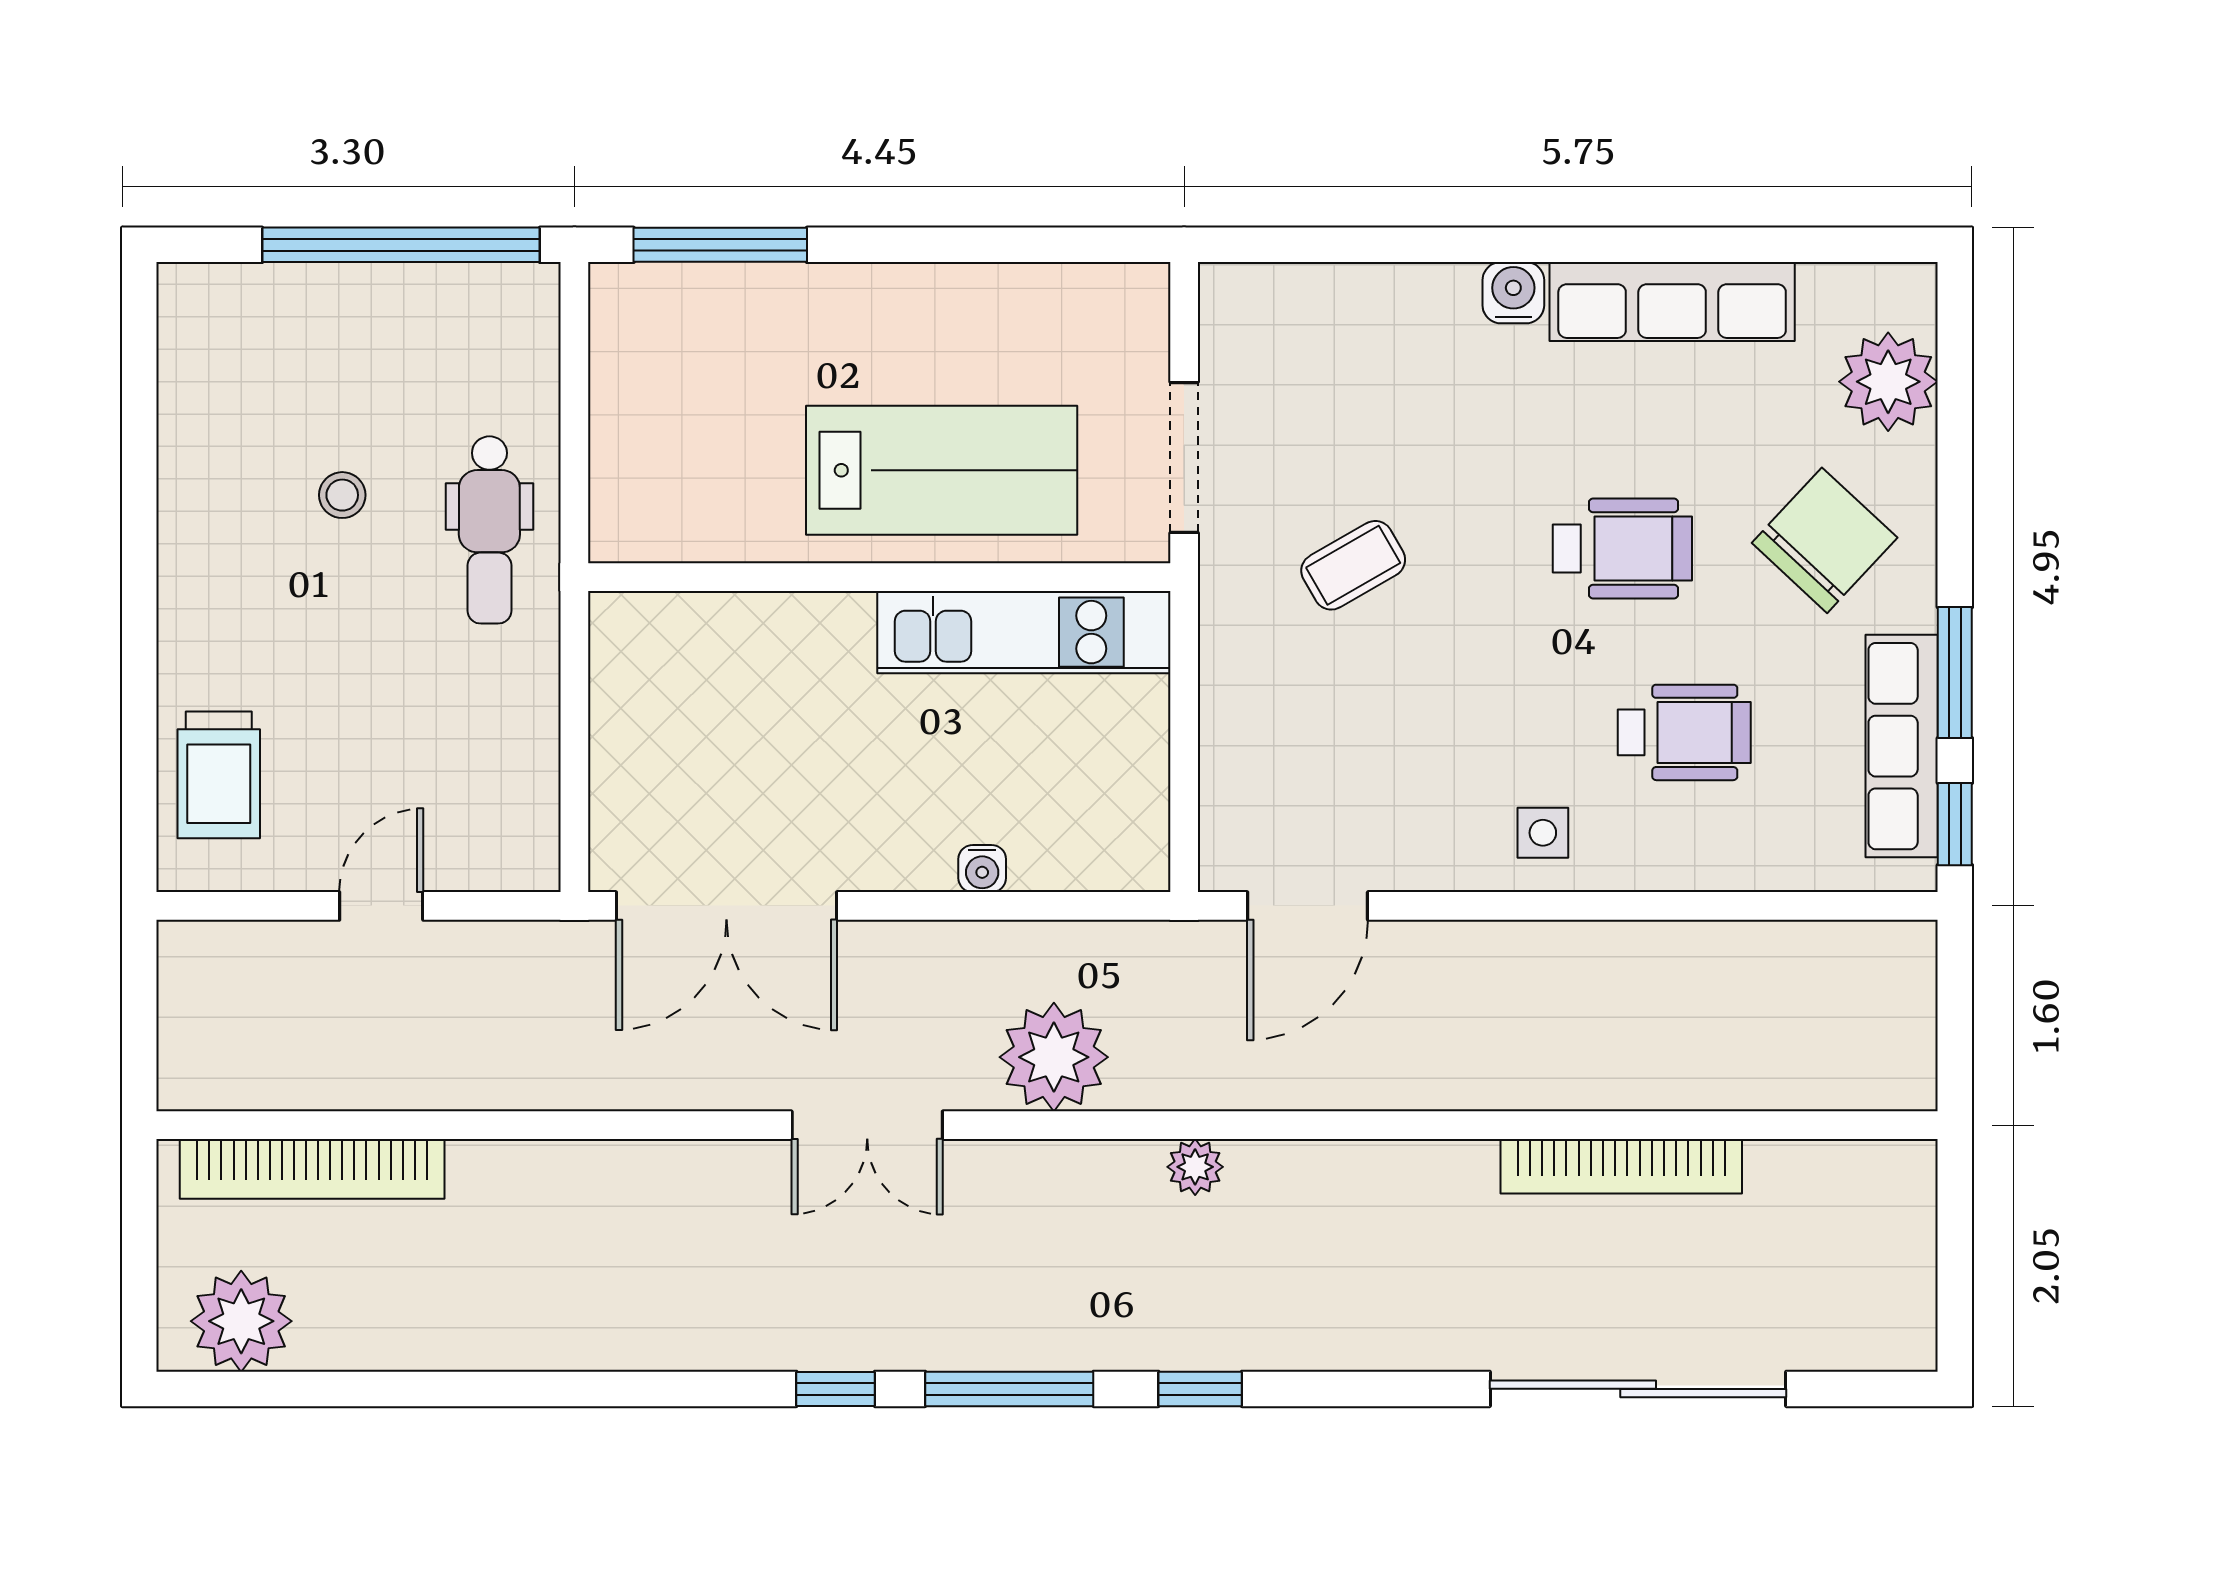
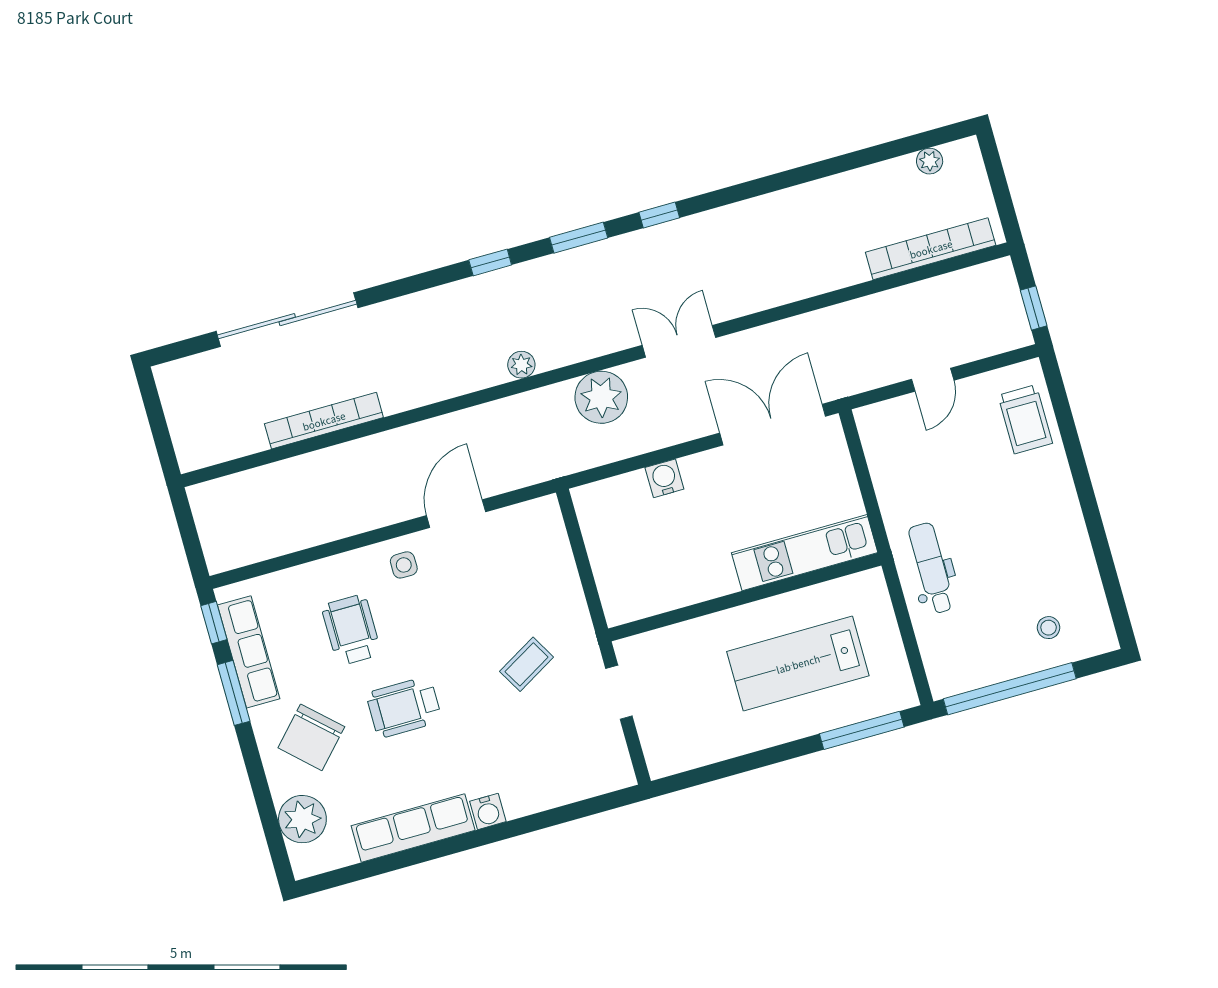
doorway: (1184, 457) -> (619, 692), width x0.73
lab bench: (942, 470) -> (798, 664), moved
stool: (342, 495) -> (1049, 628), moved
kitchen unit: (1024, 632) -> (805, 553), moved
wheelchair: (1684, 732) -> (351, 630), turned 90
trolley: (219, 775) -> (1025, 419), turned 180
water cooler: (982, 869) -> (664, 478), width x1.38, depth x1.38
door: (1308, 906) -> (456, 514), moved
window: (139, 993) -> (1034, 308), added
plant: (241, 1321) -> (930, 161), width x0.53, depth x0.53
window: (1009, 1389) -> (579, 238), width x0.69

